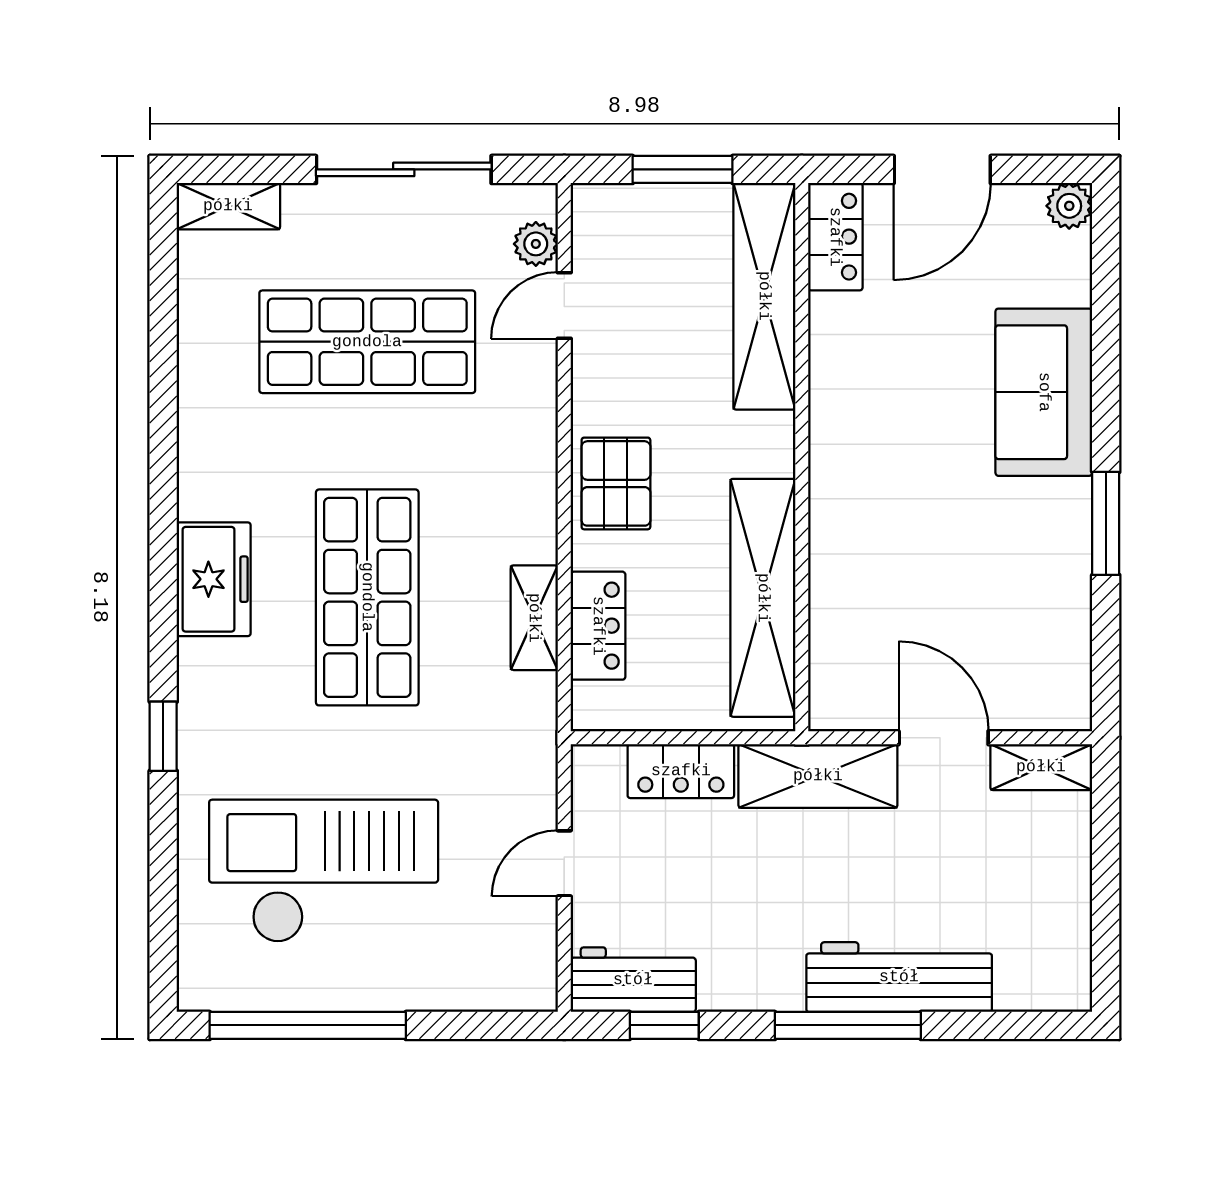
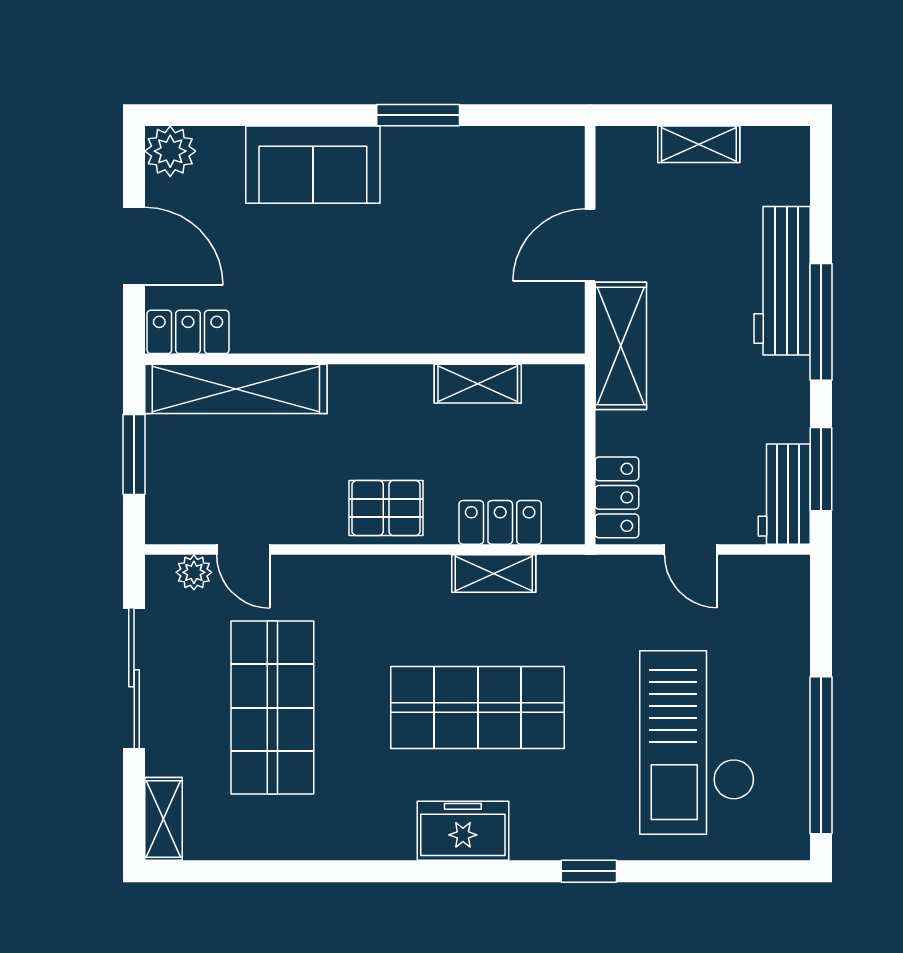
plant: (1069, 206) -> (170, 151), width x1.38, depth x1.38
shelving: (763, 598) -> (478, 384), width x0.45, depth x0.75
shelving: (1041, 767) -> (699, 144), moved, turned 90
locker: (681, 771) -> (617, 497), moved
window: (664, 1025) -> (821, 469), width x1.50

